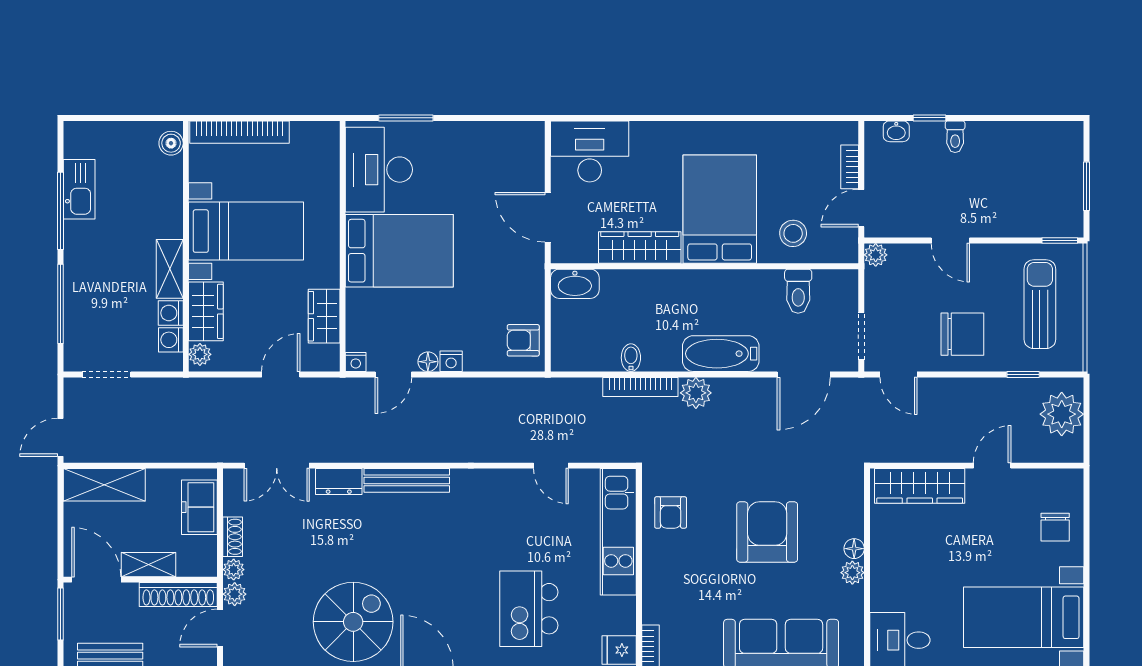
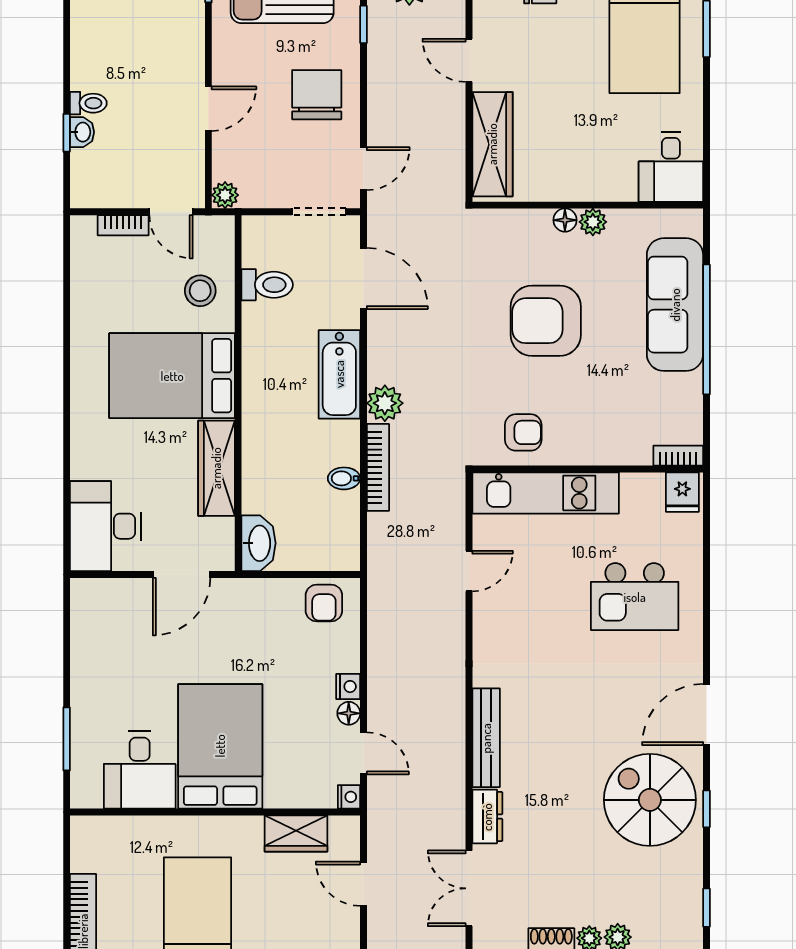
washbasin: (896, 131) -> (82, 132), moved
desk: (379, 170) -> (140, 770), width x0.73
double door: (277, 466) -> (469, 888), swing flipped

